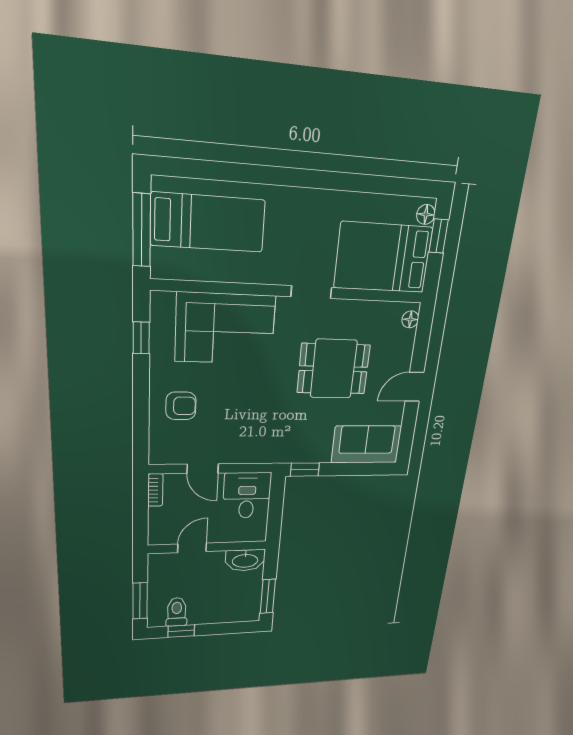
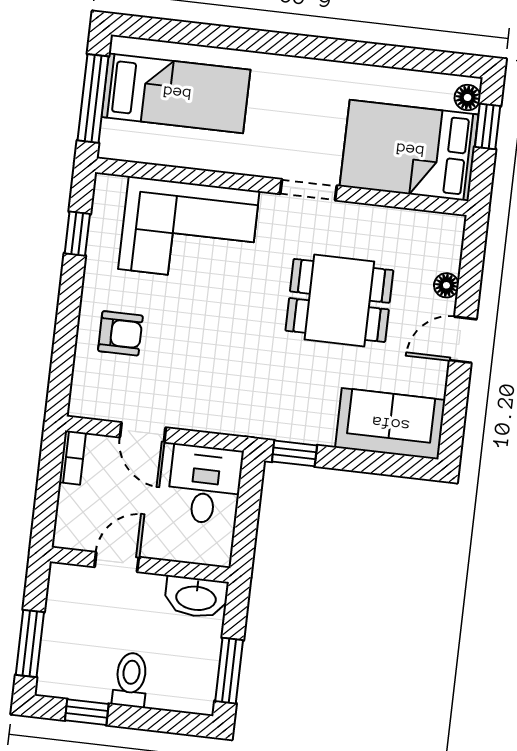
floor lamp: (410, 319) -> (446, 285), moved
toilet: (177, 612) -> (131, 680), moved

